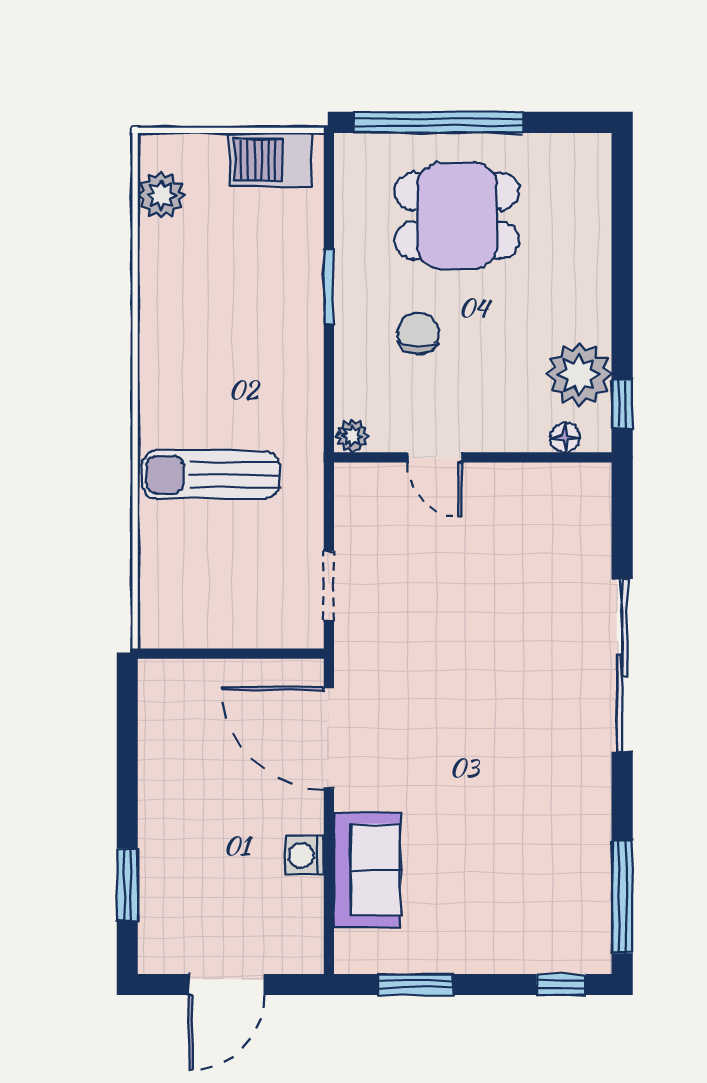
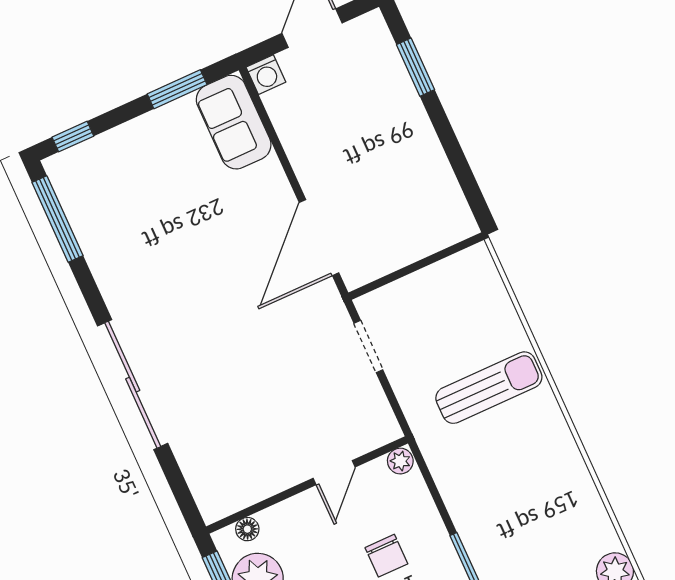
door: (435, 457) -> (334, 473), swing flipped
door: (329, 738) -> (319, 238), swing flipped
washing machine: (305, 855) -> (266, 75), moved, turned 90
sofa: (367, 870) -> (234, 122), moved

